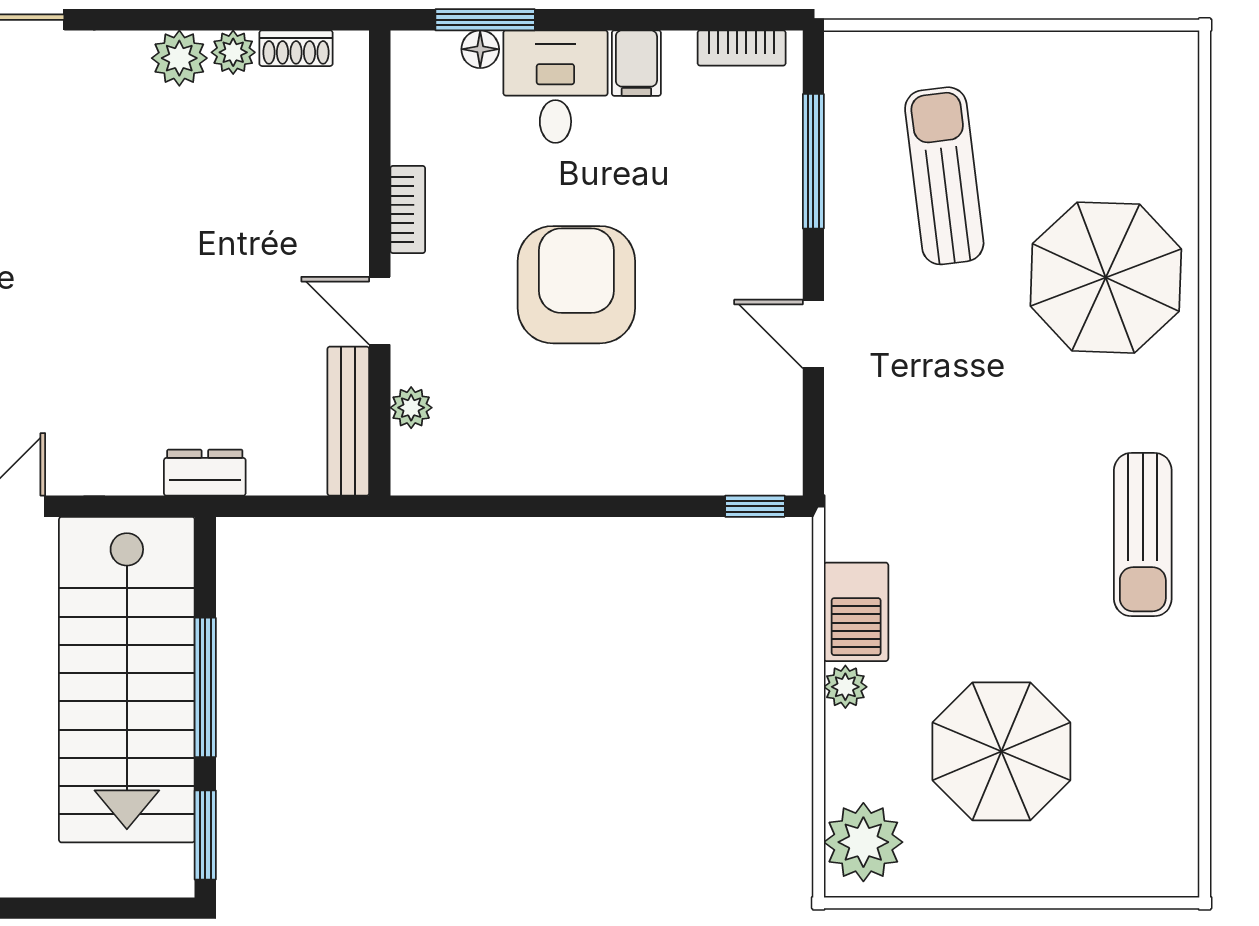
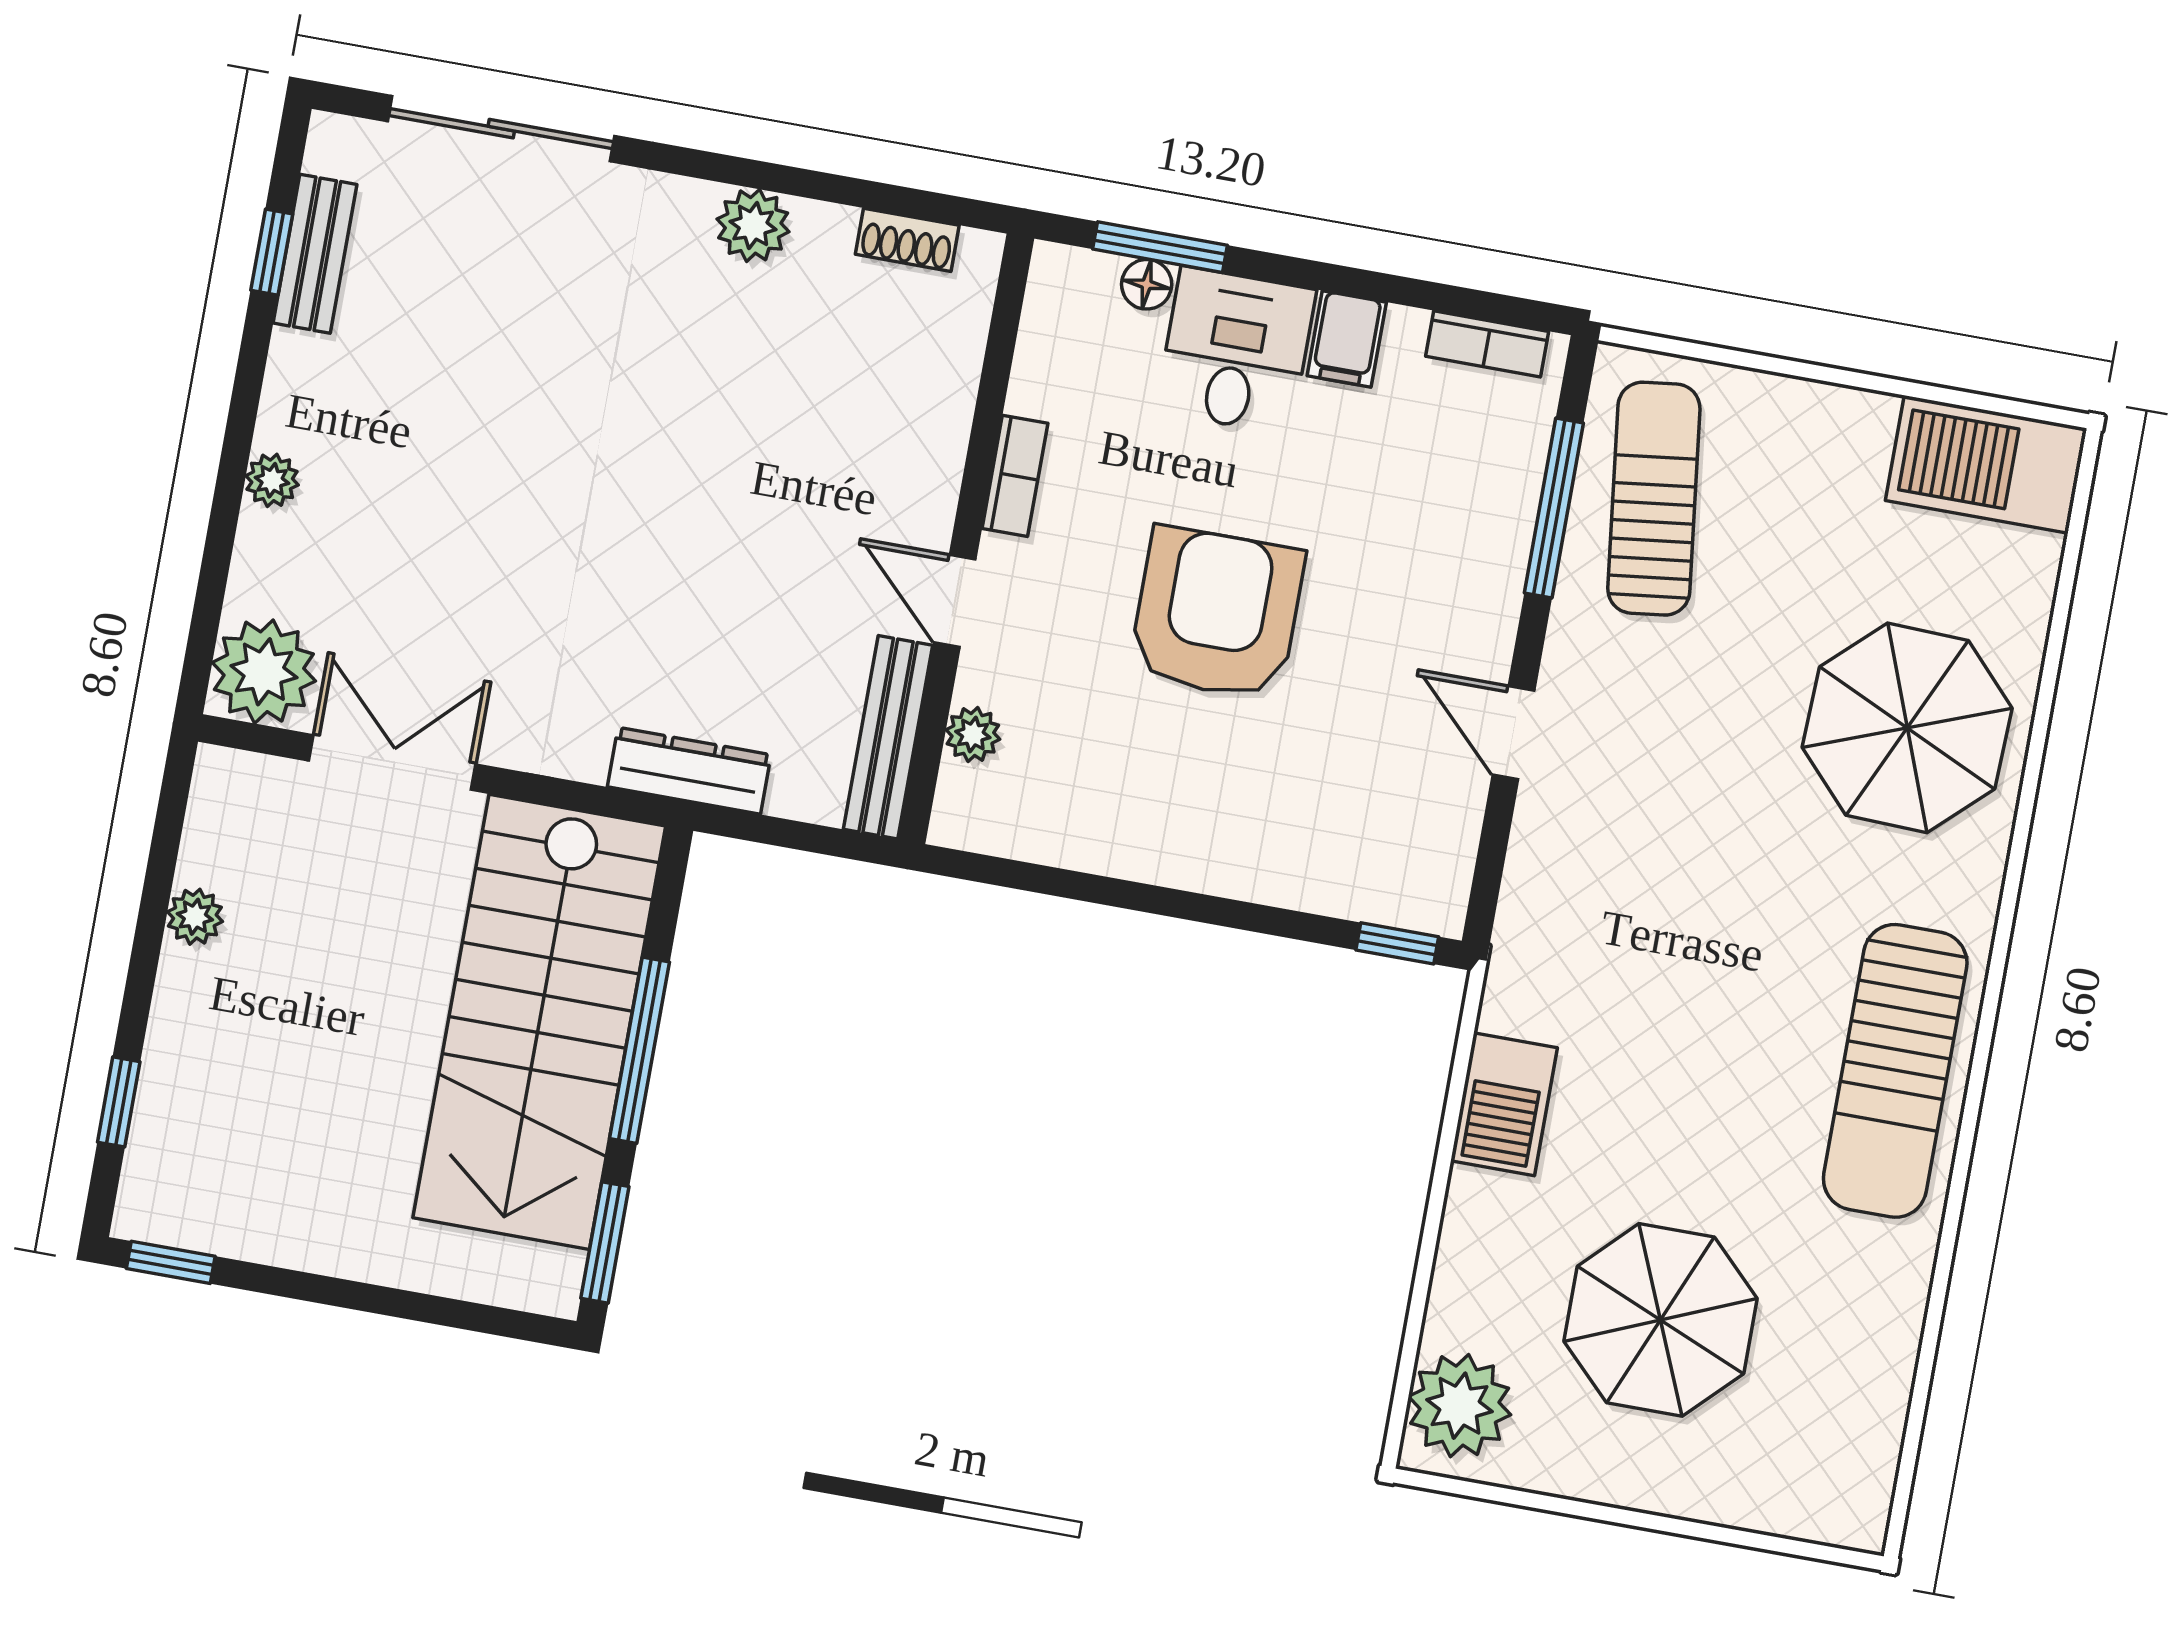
plant: (233, 52) -> (825, 230), removed
barbecue: (1129, 71) -> (1986, 464), added
sun lounger: (944, 176) -> (1654, 499), moved
dresser: (205, 473) -> (689, 771), width x1.44
sun lounger: (1143, 535) -> (1895, 1071), width x1.36, depth x1.34
plant: (845, 687) -> (1473, 1199), removed

